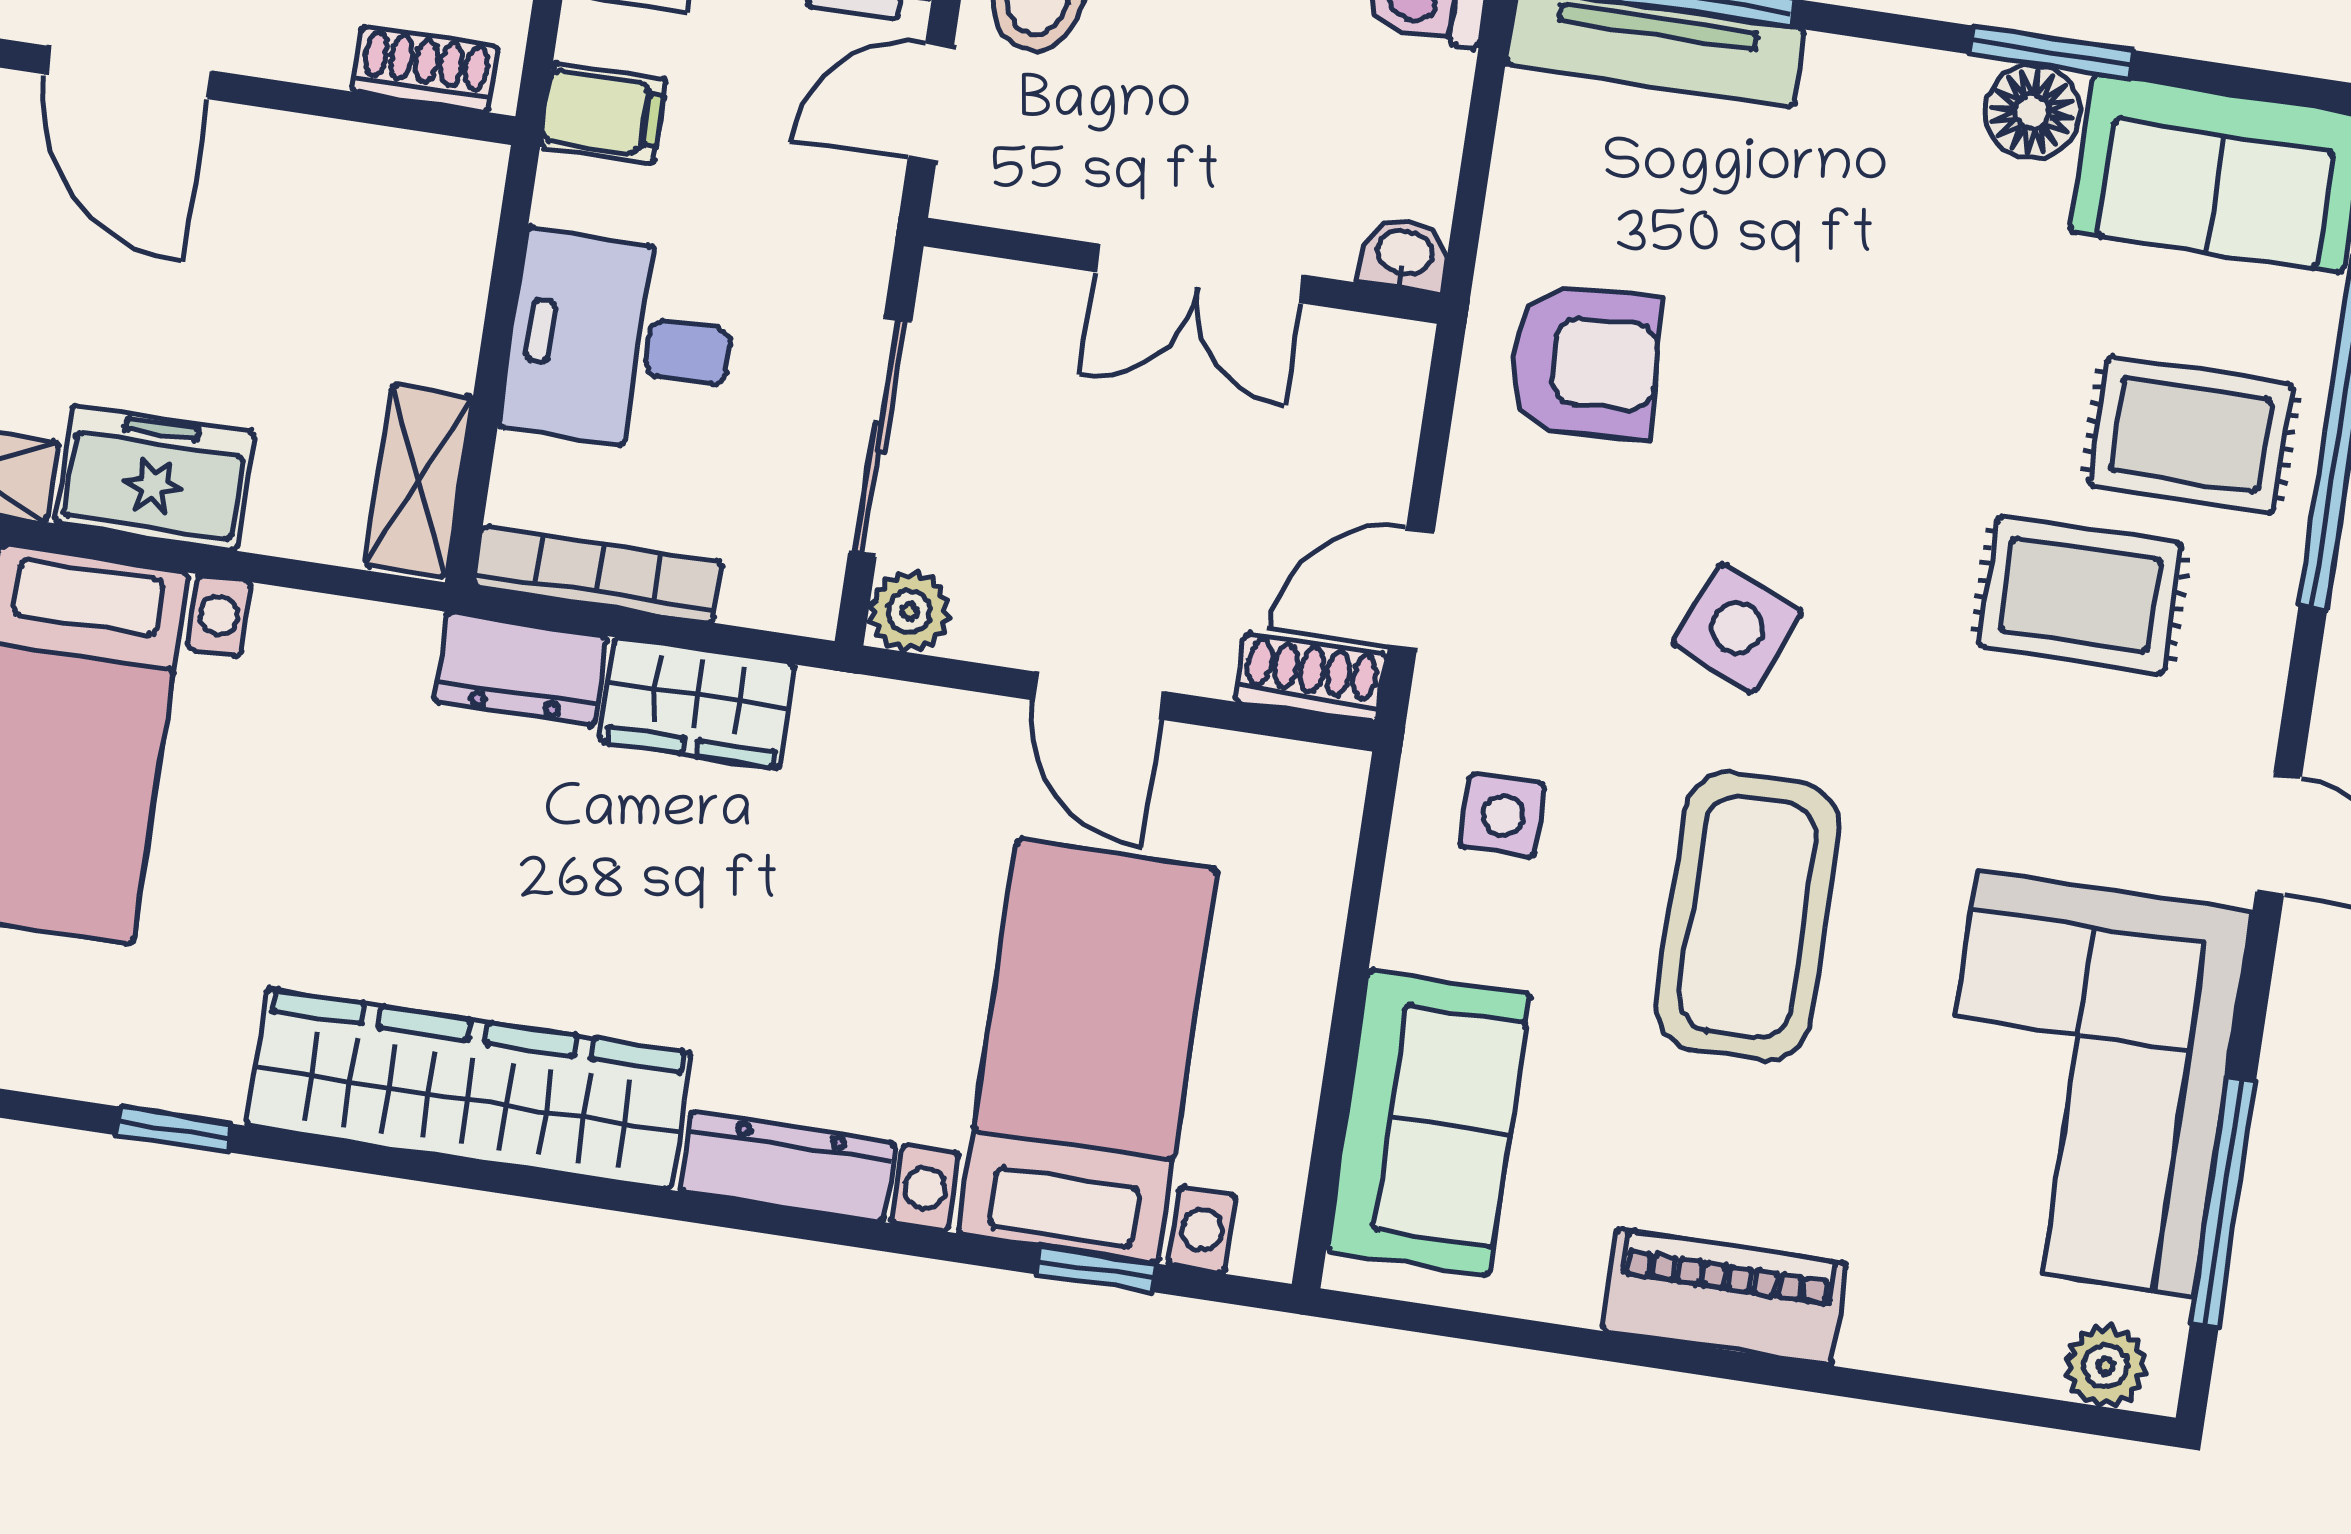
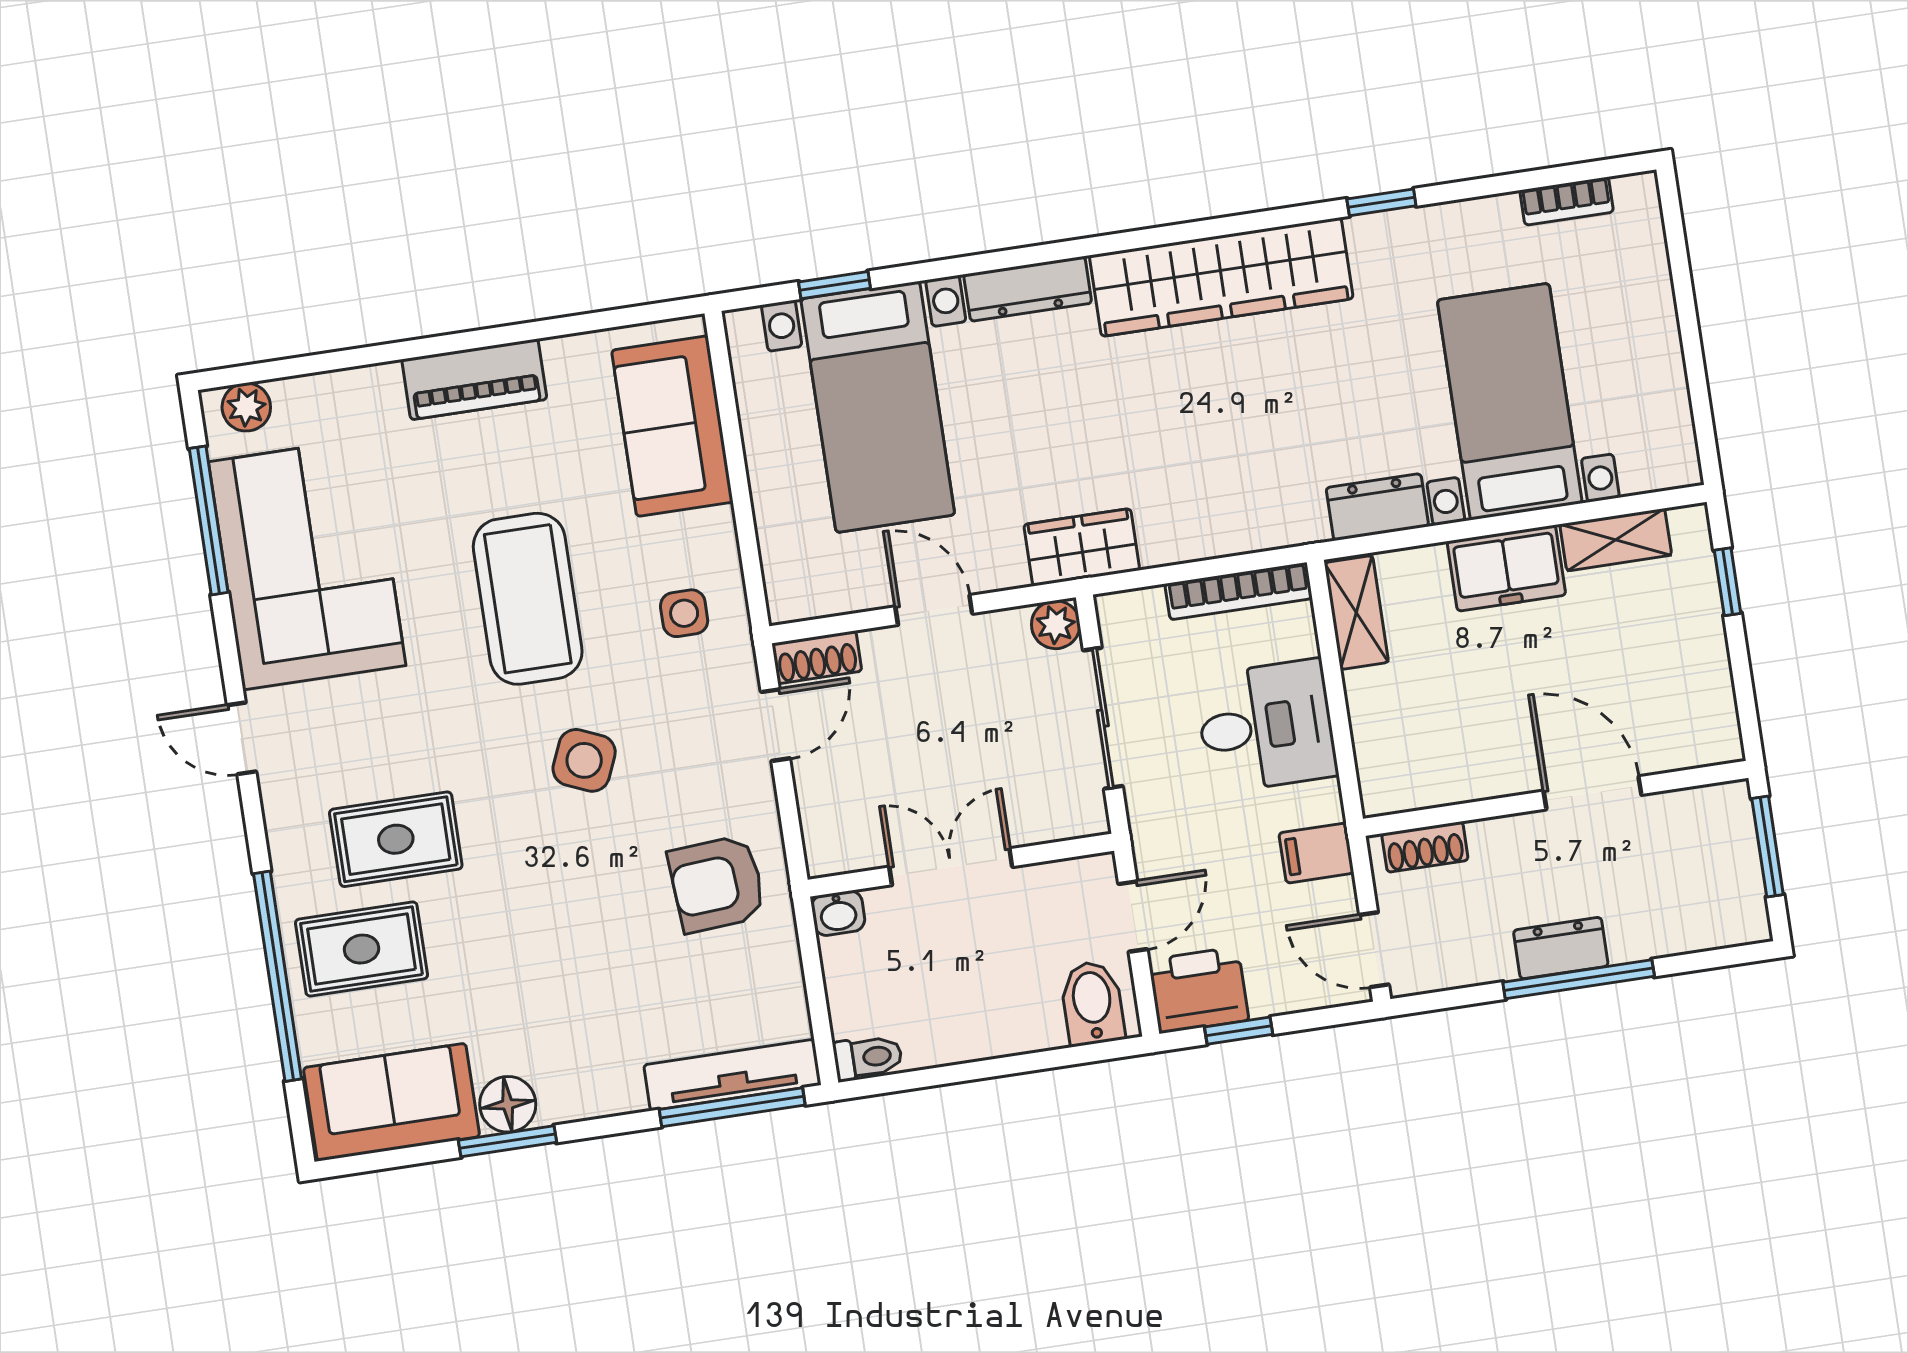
dresser: (520, 669) -> (1377, 507), moved
wardrobe: (697, 703) -> (1082, 547), moved

